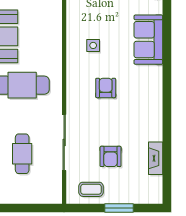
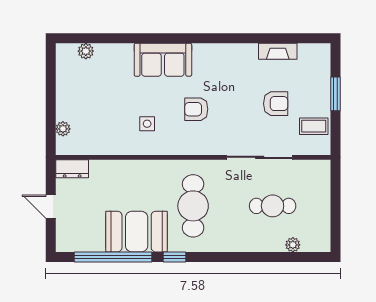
sofa: (148, 40) -> (163, 60), moved
coffee table: (91, 189) -> (314, 126), turned 90

